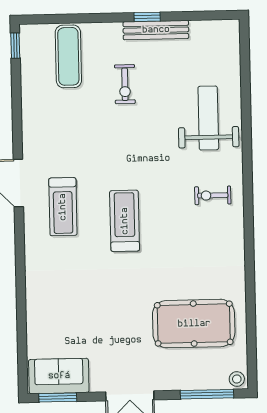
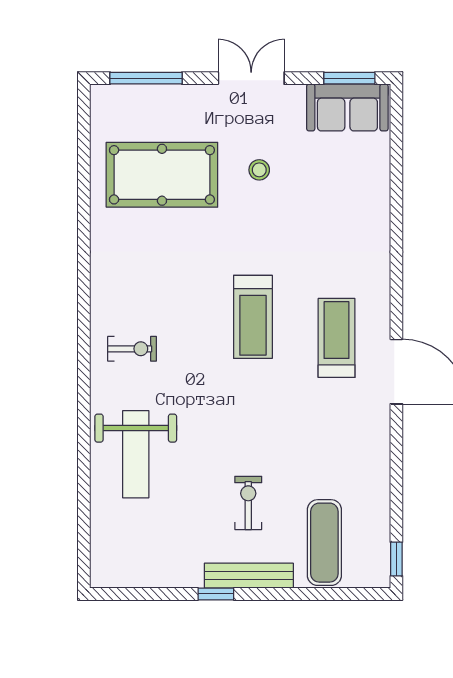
bench: (156, 30) -> (249, 576), moved
stool: (237, 379) -> (259, 170), moved

